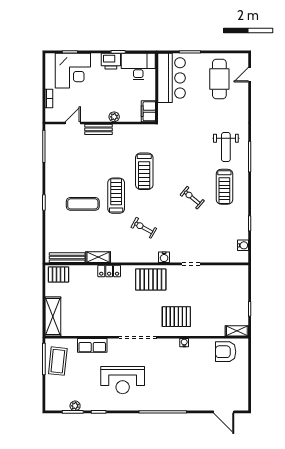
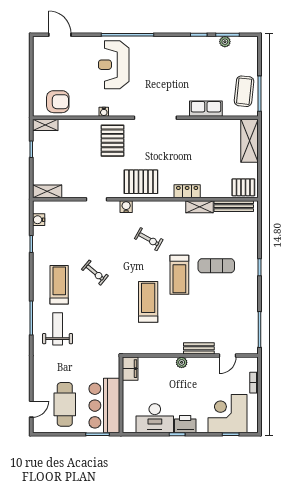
bar counter: (172, 78) -> (104, 406), moved
wall: (157, 87) -> (121, 395), moved
filing cabinet: (148, 111) -> (130, 369), moved
shelving: (235, 271) -> (47, 191), added
pallet: (176, 317) -> (113, 141), turned 90
reception desk: (123, 380) -> (114, 65), moved, turned -90

